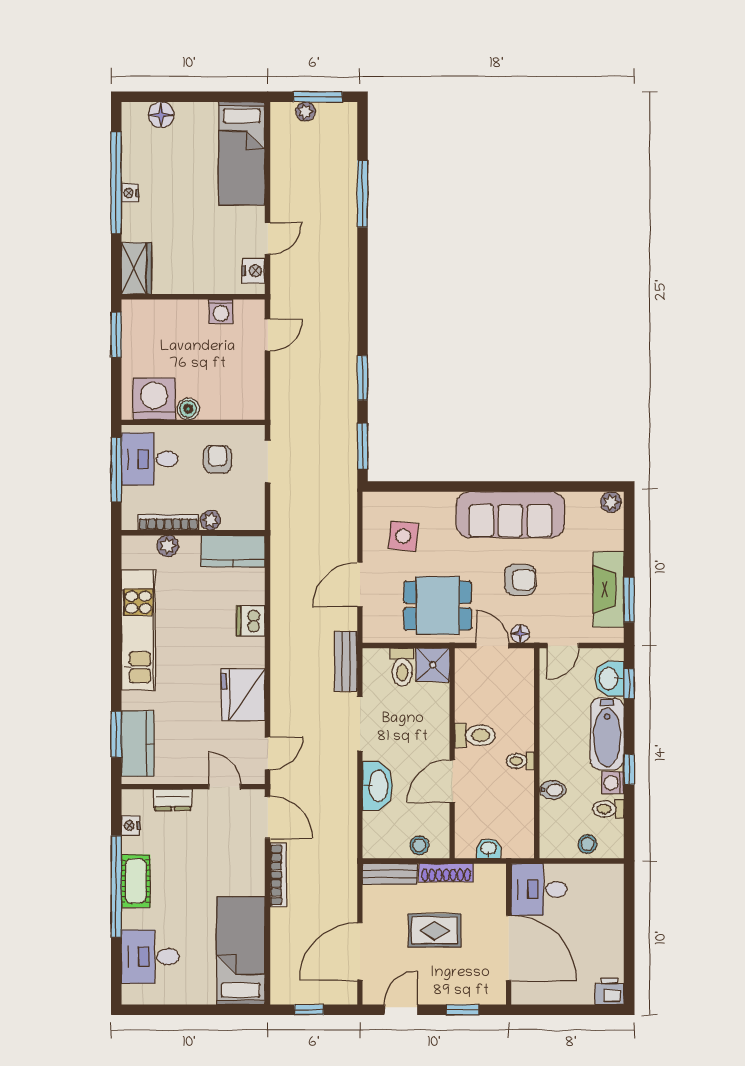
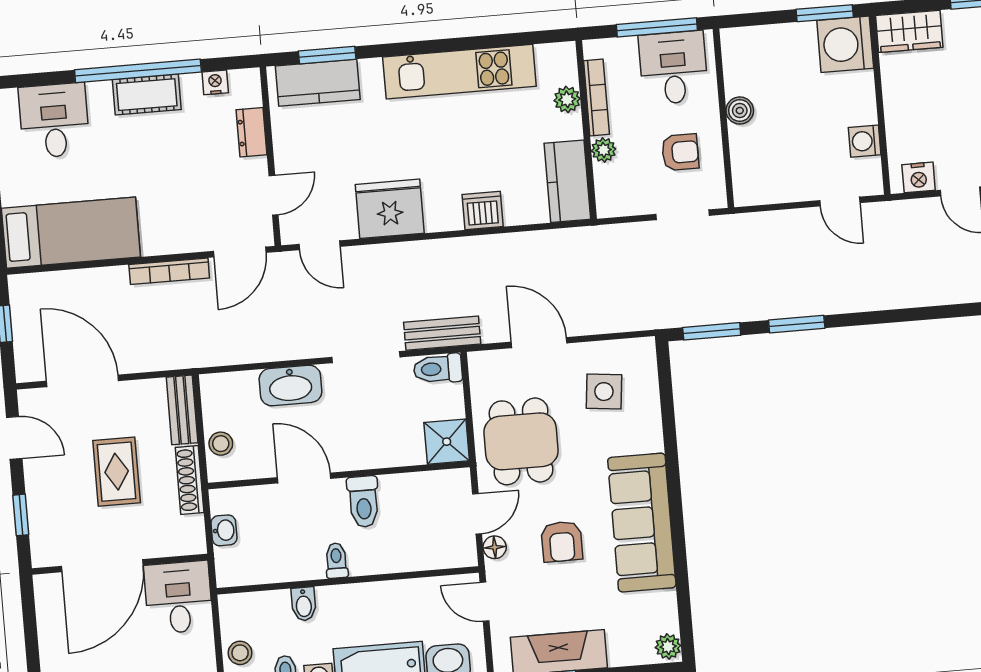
washing machine: (154, 399) -> (845, 44), moved, turned 180
toilet: (402, 667) -> (438, 369), moved

